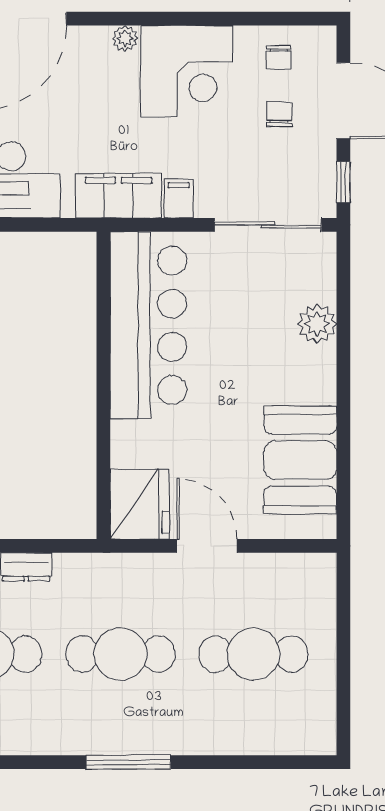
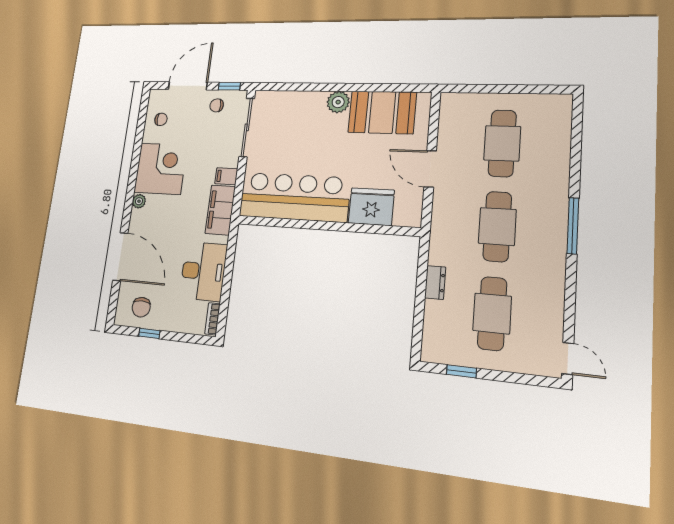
chair: (279, 114) -> (217, 105), moved
plant: (317, 324) -> (338, 102), moved
fridge: (140, 504) -> (371, 207), moved
door: (207, 546) -> (430, 169), hinge flipped

